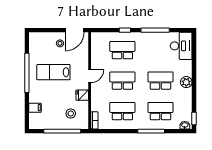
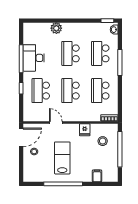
door: (74, 30) -> (21, 137), hinge flipped
desk: (181, 46) -> (34, 58), moved, turned -90
lab bench: (53, 72) -> (62, 158), turned 180
door: (90, 76) -> (56, 122), moved
plant: (186, 82) -> (56, 28), moved

